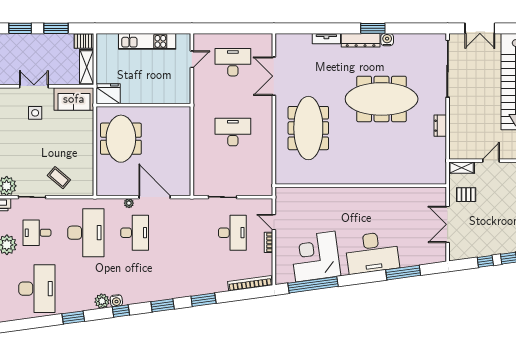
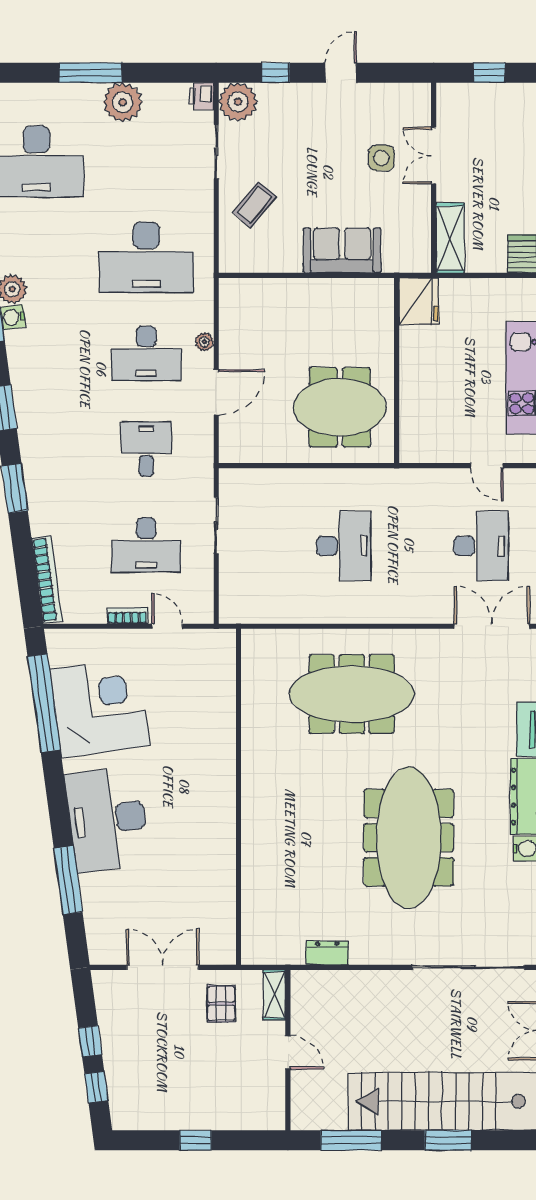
shelving: (87, 67) -> (450, 238), moved, turned 90
double door: (274, 76) -> (492, 626), moved
double door: (34, 86) -> (434, 155), swing flipped
sofa: (74, 99) -> (342, 250), moved, turned 90
dresser: (440, 126) -> (327, 953), moved
meeting table: (121, 139) -> (340, 407), moved
door: (155, 197) -> (216, 392), width x0.73
door: (274, 222) -> (167, 626), hinge flipped
desk: (37, 233) -> (146, 449), moved

